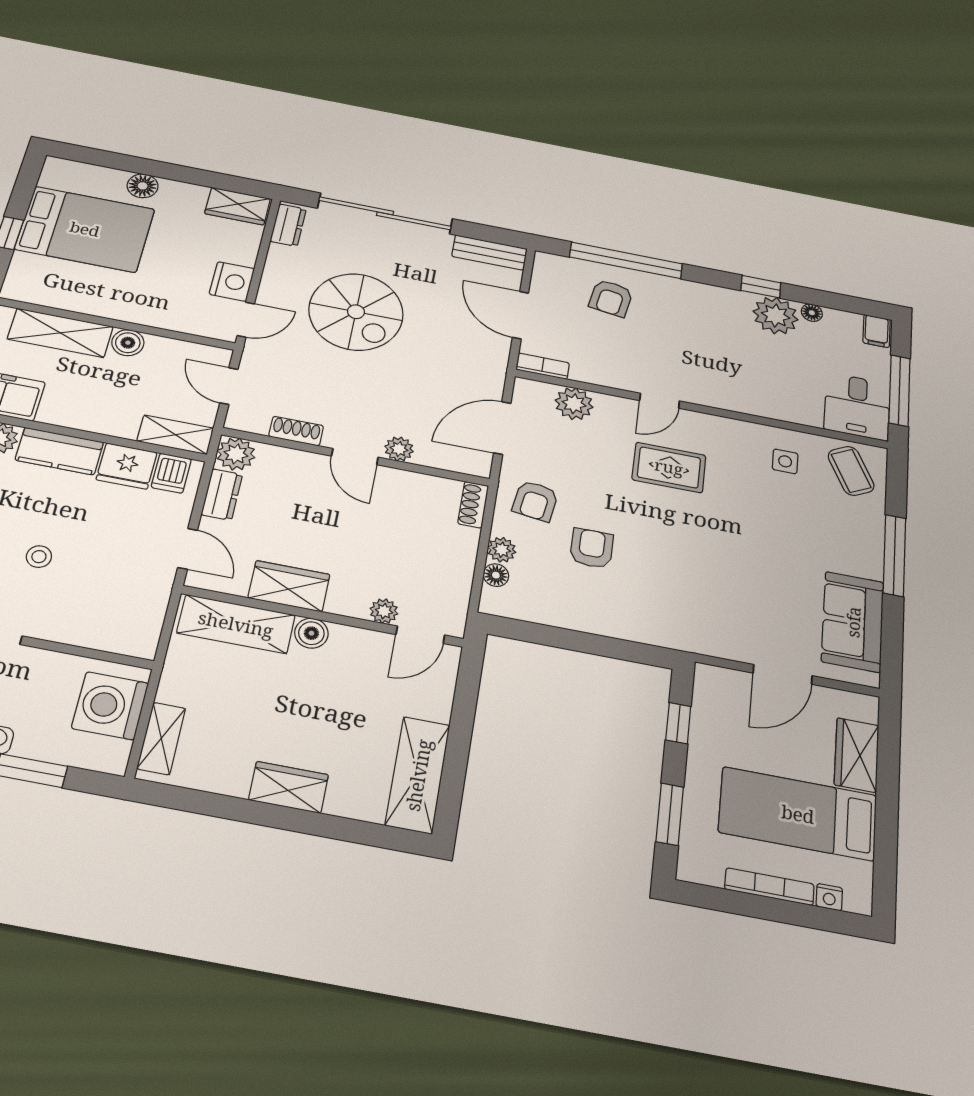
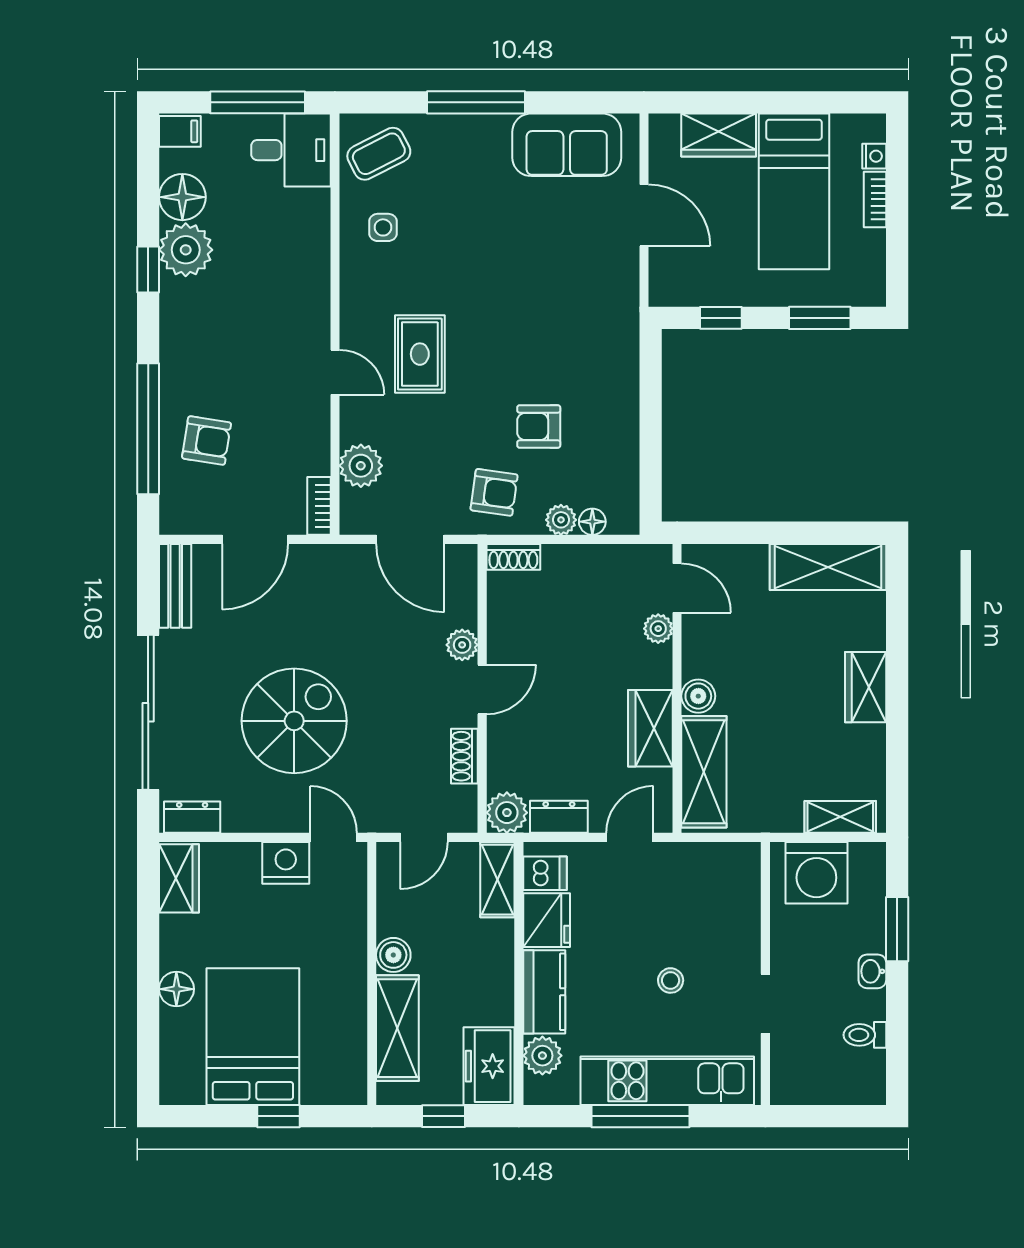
floor lamp: (812, 313) -> (182, 197), width x1.89, depth x1.89
bookcase: (769, 887) -> (875, 199), width x0.64

